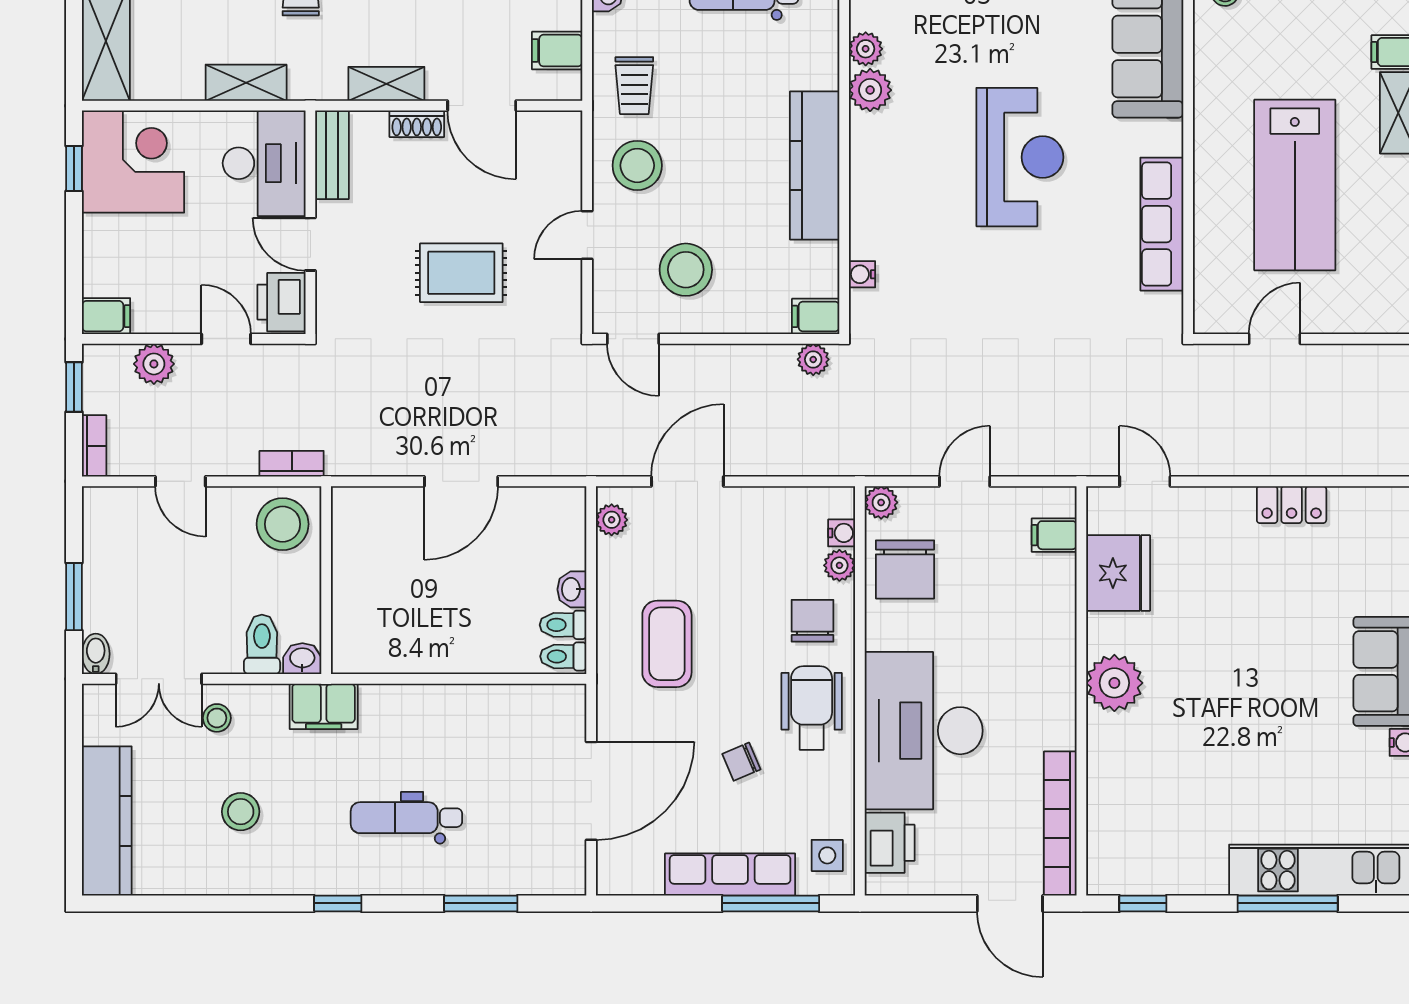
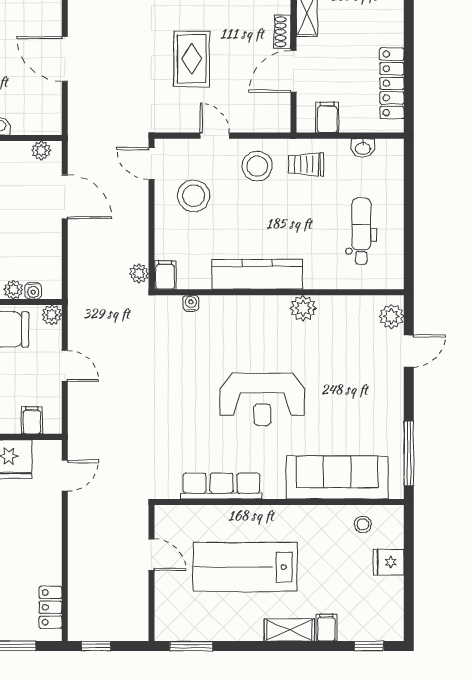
plant: (866, 49) -> (328, 305), removed
door: (633, 339) -> (151, 164), hinge flipped
locker: (1292, 505) -> (50, 607), moved

